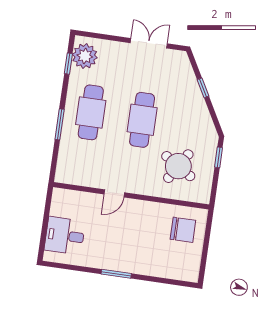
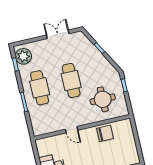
round table: (178, 166) -> (103, 99), turned -32
door: (114, 193) -> (72, 130), hinge flipped
chair: (183, 230) -> (105, 133), moved

